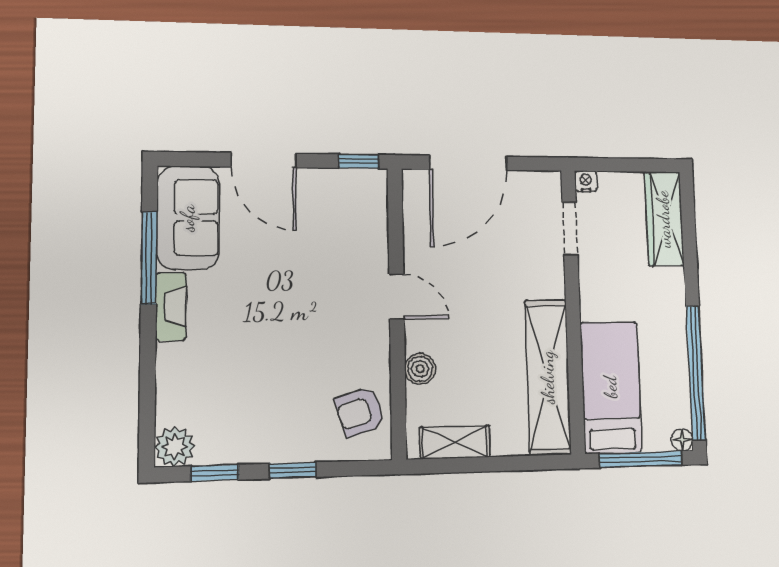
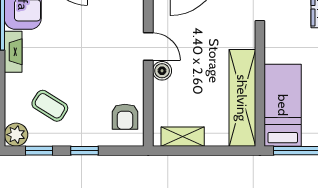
boiler: (420, 369) -> (162, 71), moved
coffee table: (233, 396) -> (50, 106), added
armchair: (360, 412) -> (125, 117), turned -72

